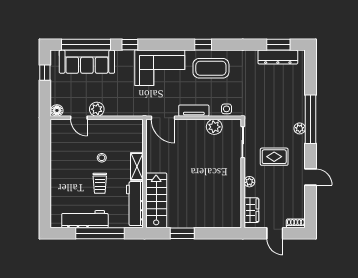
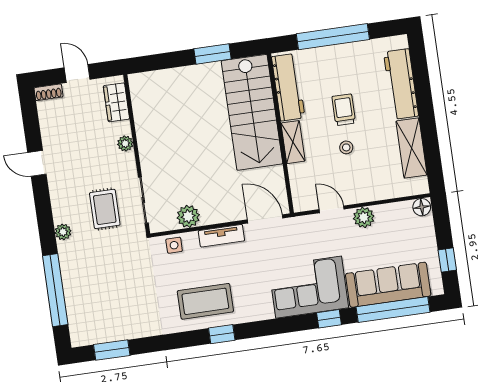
dresser: (278, 57) -> (110, 332), removed
corner sofa: (160, 68) -> (309, 287), moved
door: (79, 118) -> (332, 209), moved
window: (310, 119) -> (55, 290), moved
shelving: (58, 151) -> (412, 148), added
rug: (274, 157) -> (105, 209), moved, turned 90
stairs: (156, 200) -> (252, 112), width x1.36, depth x1.51
workbench: (85, 219) -> (401, 84), moved, turned 90

